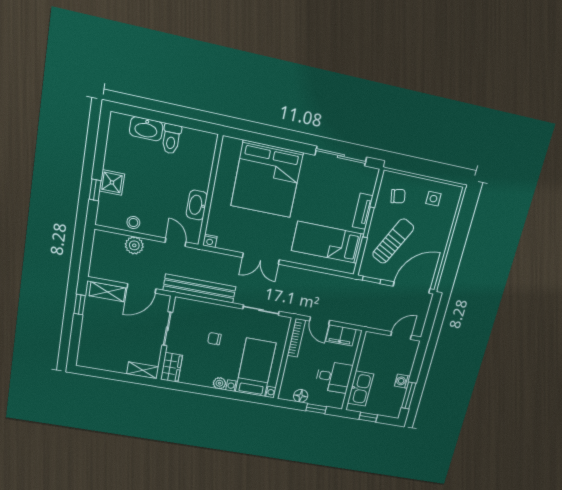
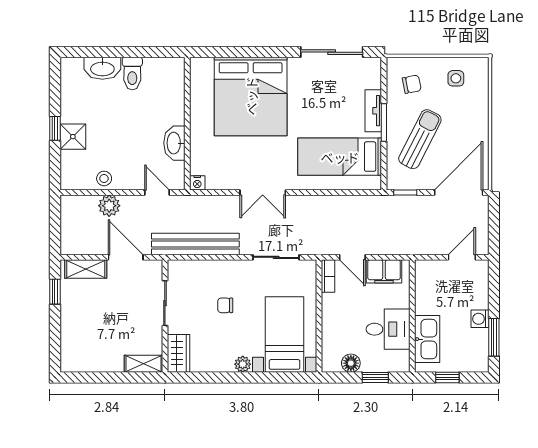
window: (95, 190) -> (55, 128), moved
door: (141, 288) -> (126, 257), swing flipped
bookcase: (296, 338) -> (328, 276), width x0.64

